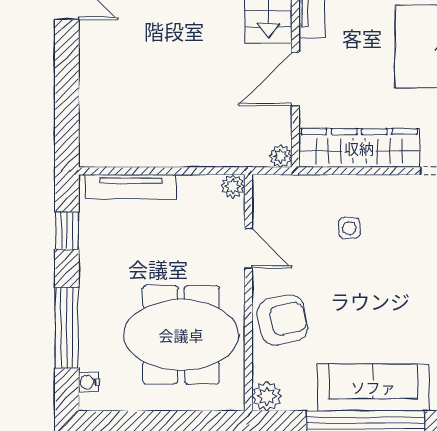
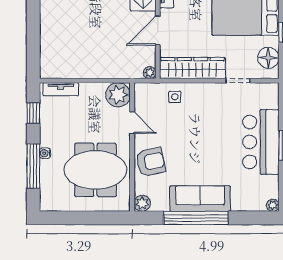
plant: (233, 186) -> (118, 95), width x1.87, depth x1.87
tv unit: (131, 187) -> (61, 89), width x0.71
side table: (349, 228) -> (175, 97), moved
water cooler: (89, 382) -> (45, 153), moved

